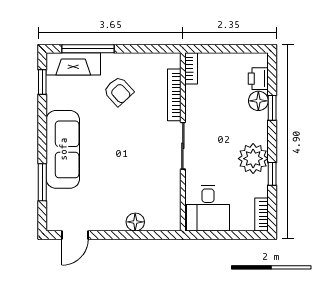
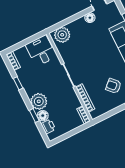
plant: (253, 159) -> (39, 101), moved
plant: (160, 217) -> (62, 35), added
floor lamp: (135, 222) -> (90, 18), moved

